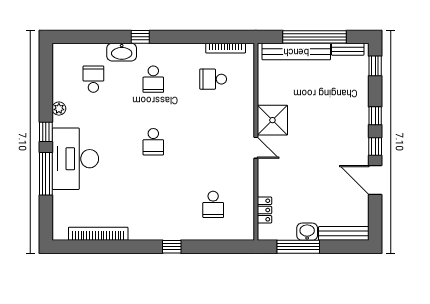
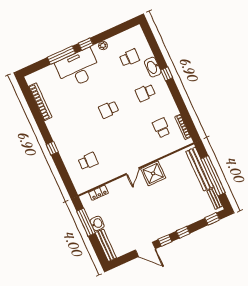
door: (375, 180) -> (145, 249), swing flipped
school desk: (213, 204) -> (88, 161), turned 180

